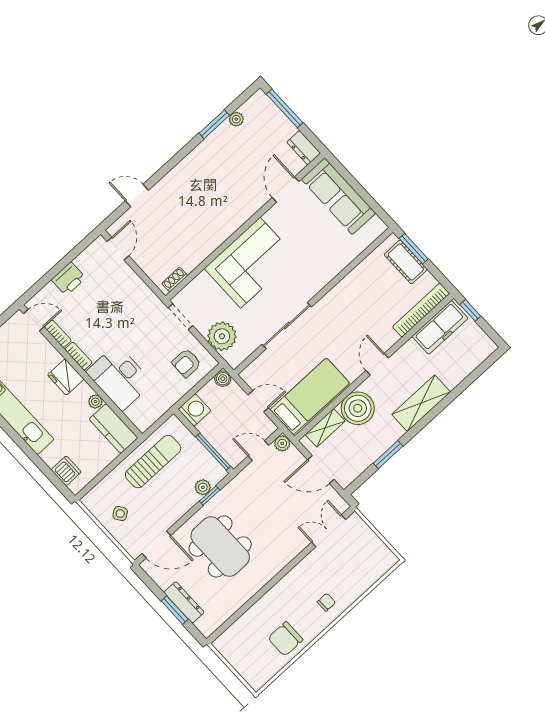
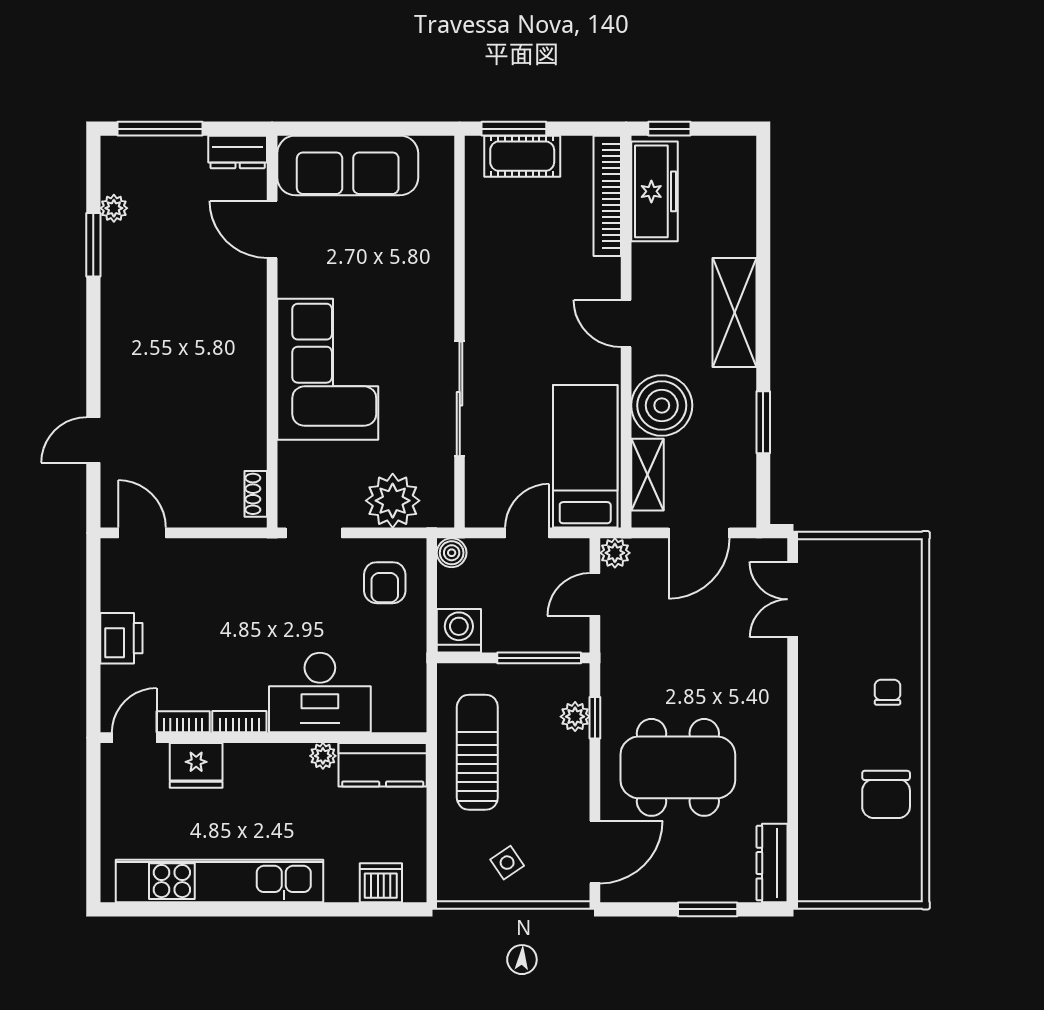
fridge: (66, 377) -> (196, 765), moved
dresser: (184, 602) -> (772, 863), moved, turned -90

